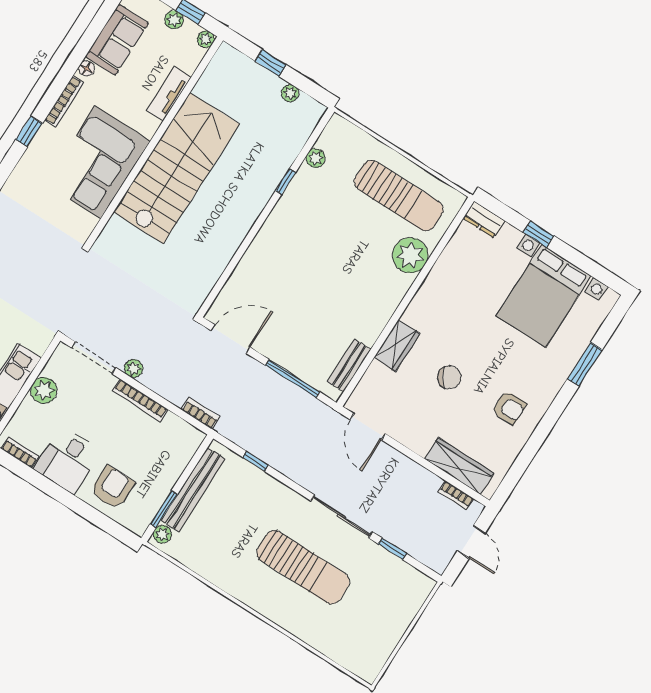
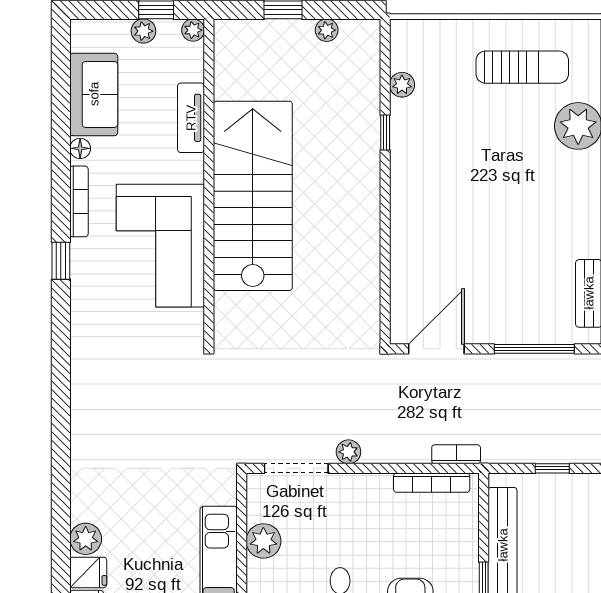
sun lounger: (399, 196) -> (522, 67), width x0.73, depth x0.75
bookcase: (140, 400) -> (432, 483), moved

